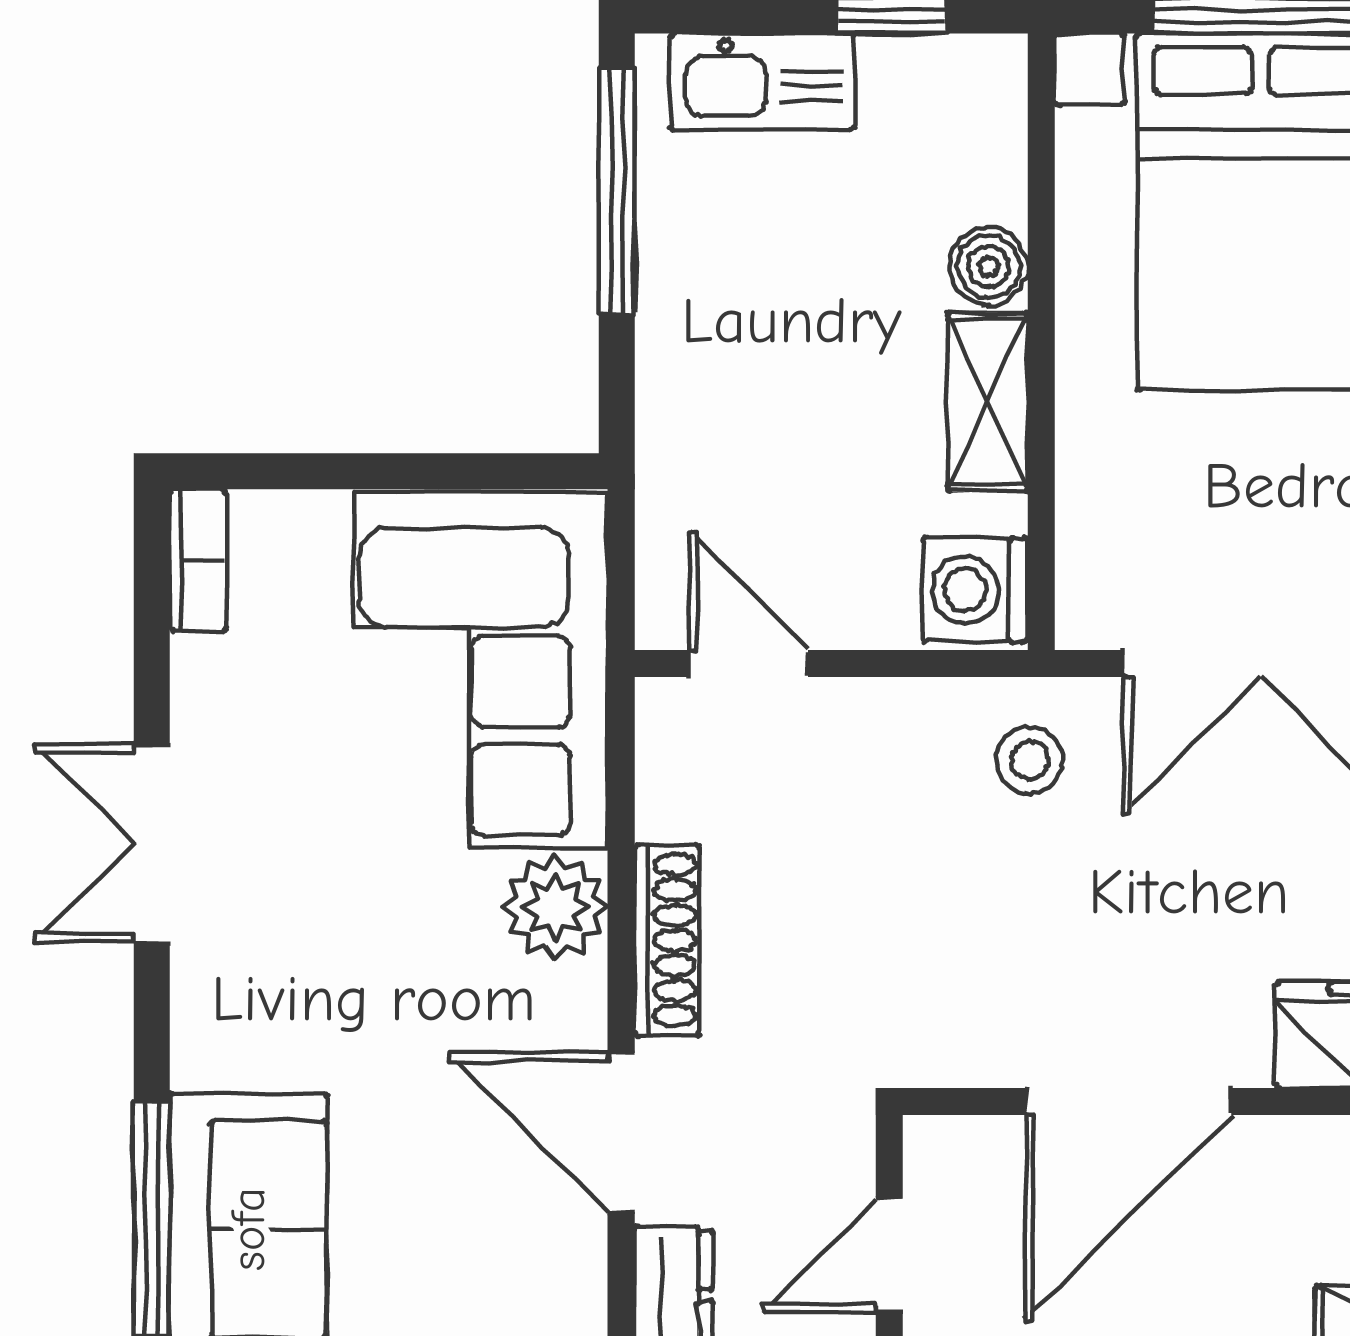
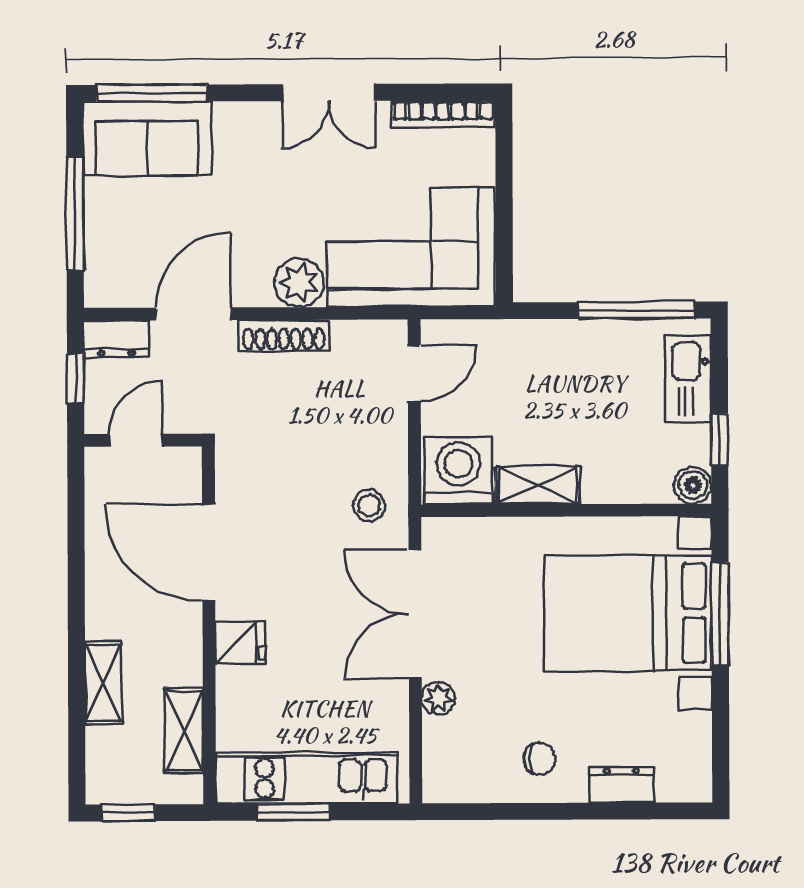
boiler: (989, 267) -> (693, 485), moved
bookcase: (198, 560) -> (443, 114), width x1.56
washing machine: (975, 590) -> (459, 471), width x1.37, depth x1.37
double door: (152, 843) -> (329, 93), swing flipped
door: (889, 1255) -> (136, 440), hinge flipped

